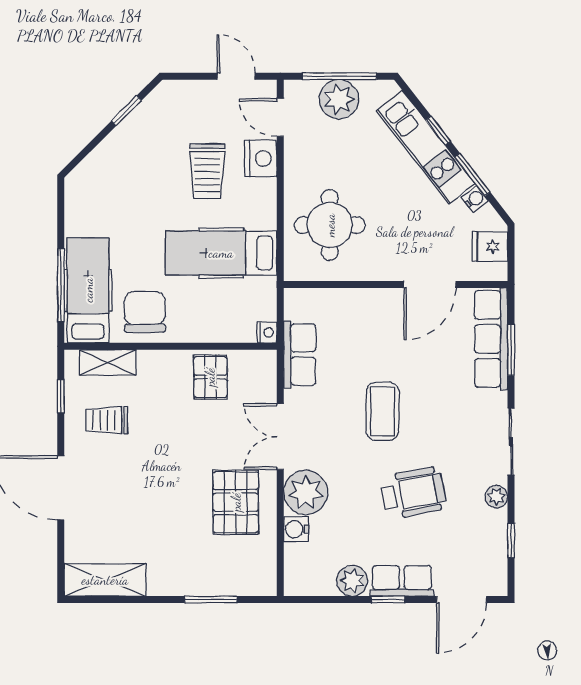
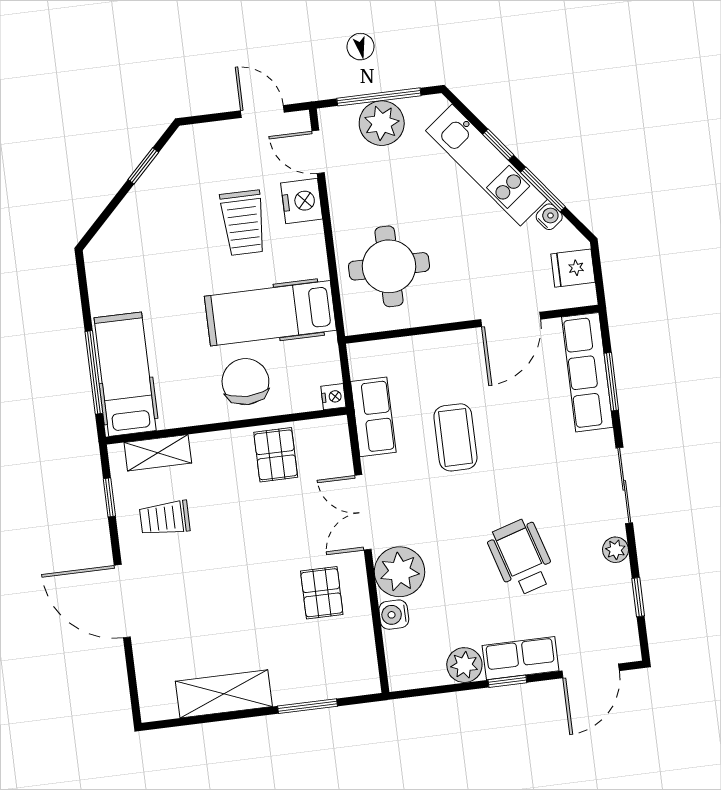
chair: (145, 312) -> (245, 382), moved
coffee table: (383, 411) -> (455, 437), moved
wheelchair: (413, 493) -> (521, 557), turned -96
pallet: (236, 502) -> (322, 593), width x0.67, depth x0.71
shelving: (105, 580) -> (224, 694), moved

